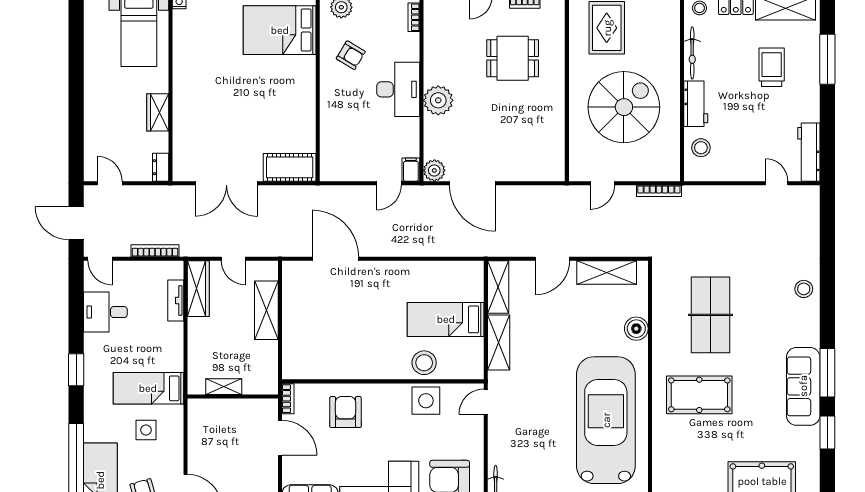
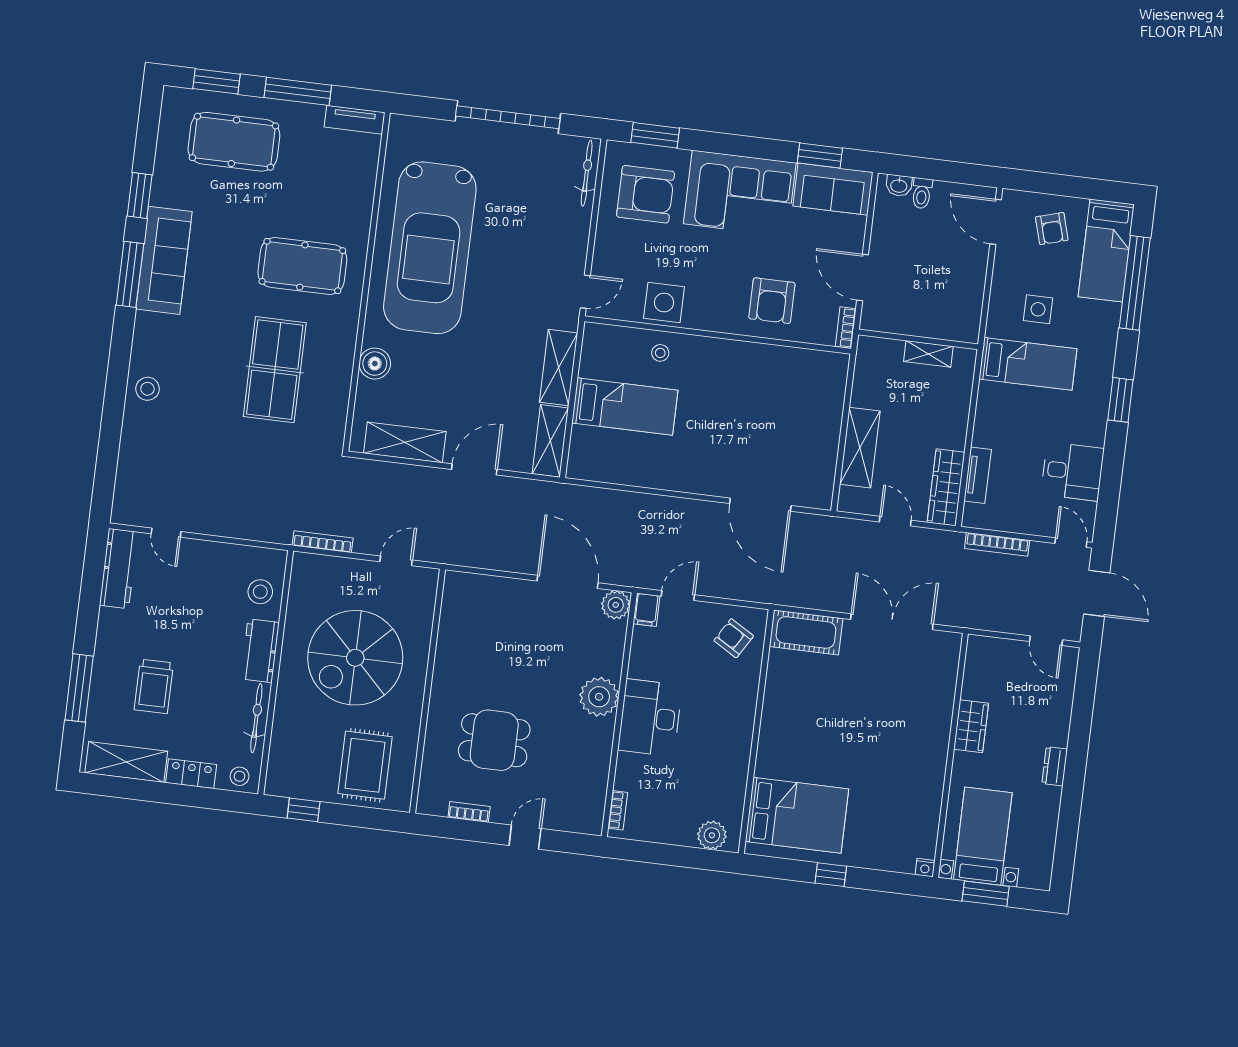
armchair: (351, 55) -> (734, 638), moved
dresser: (161, 167) -> (1055, 766), moved, turned 180
stool: (424, 363) -> (660, 353), width x0.53, depth x0.53

